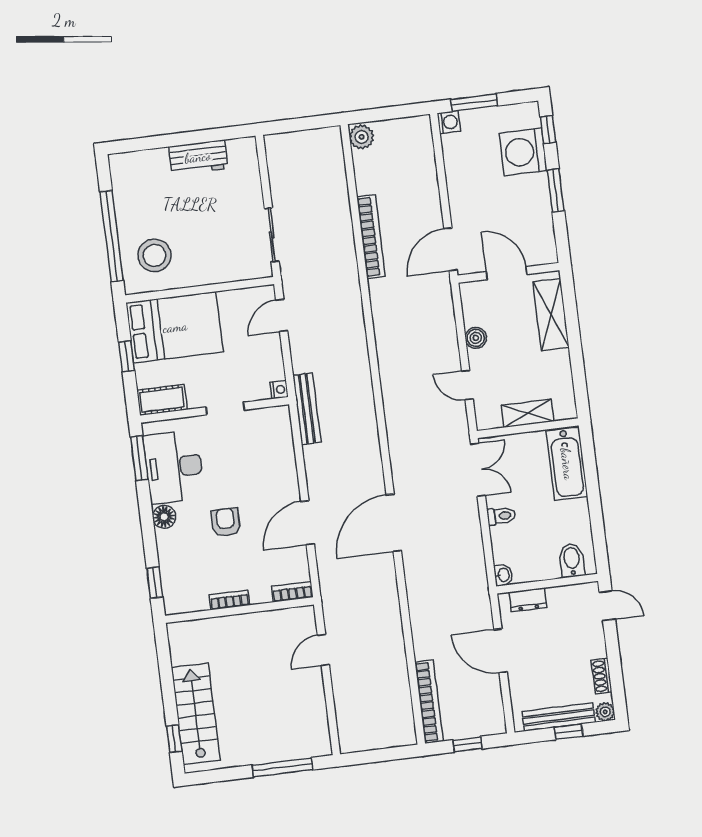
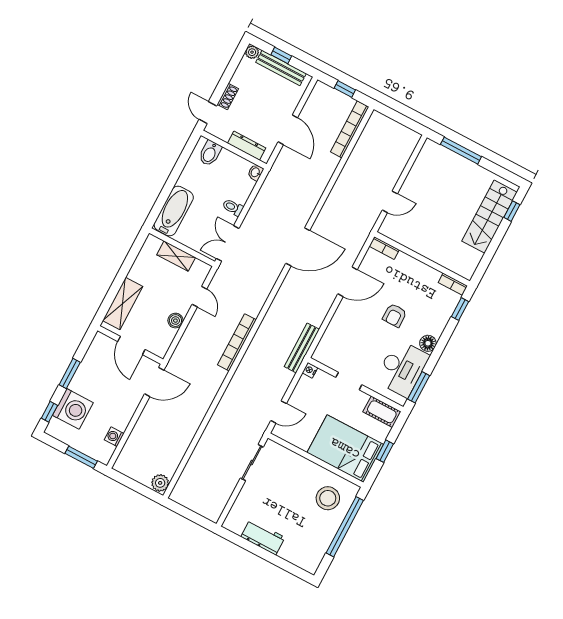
washing machine: (449, 122) -> (114, 437), moved
bookcase: (371, 237) -> (237, 342), moved
bookcase: (229, 600) -> (453, 284), moved
dresser: (528, 600) -> (247, 146), width x1.44
shoe rack: (602, 676) -> (228, 96), moved

